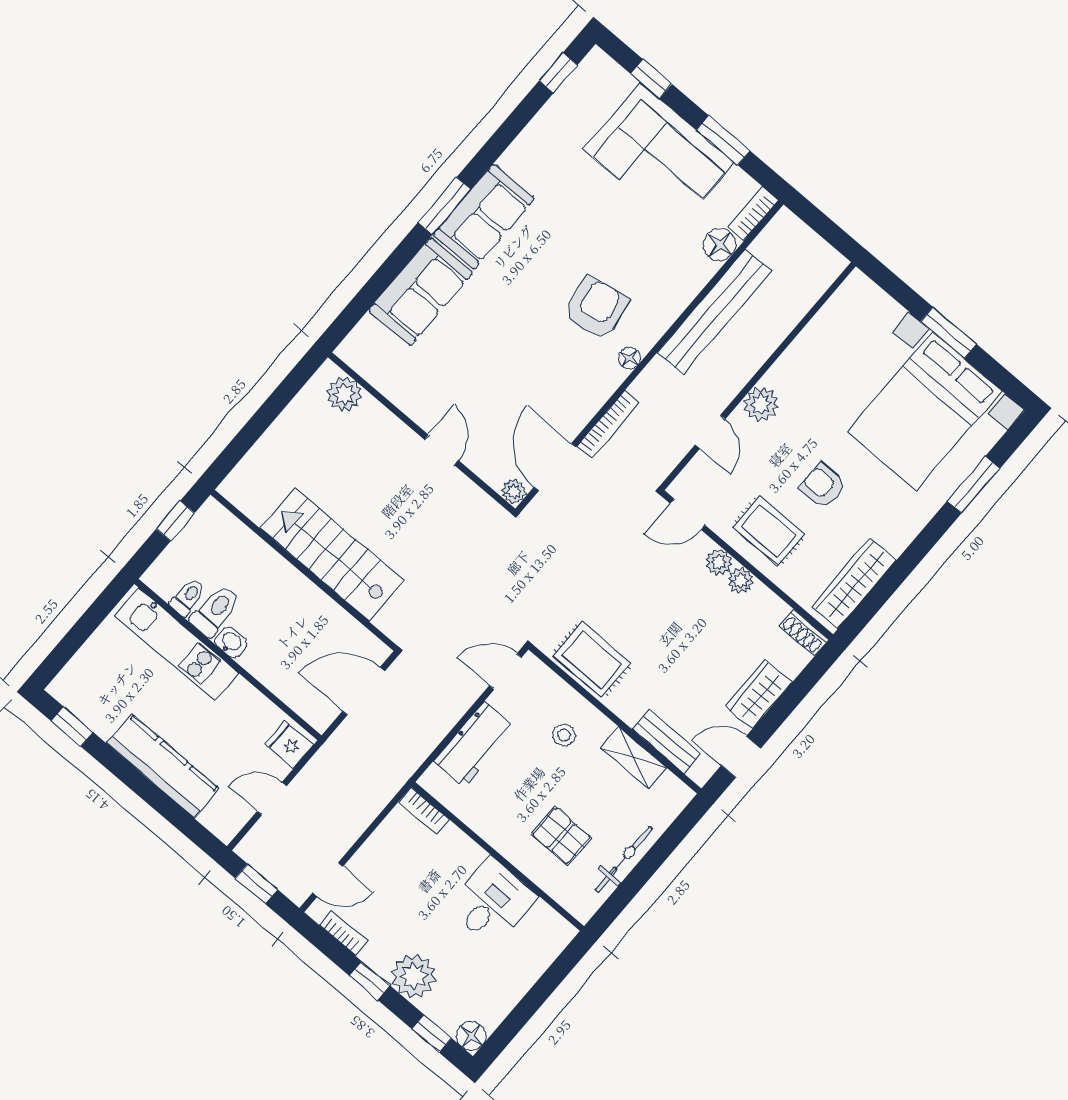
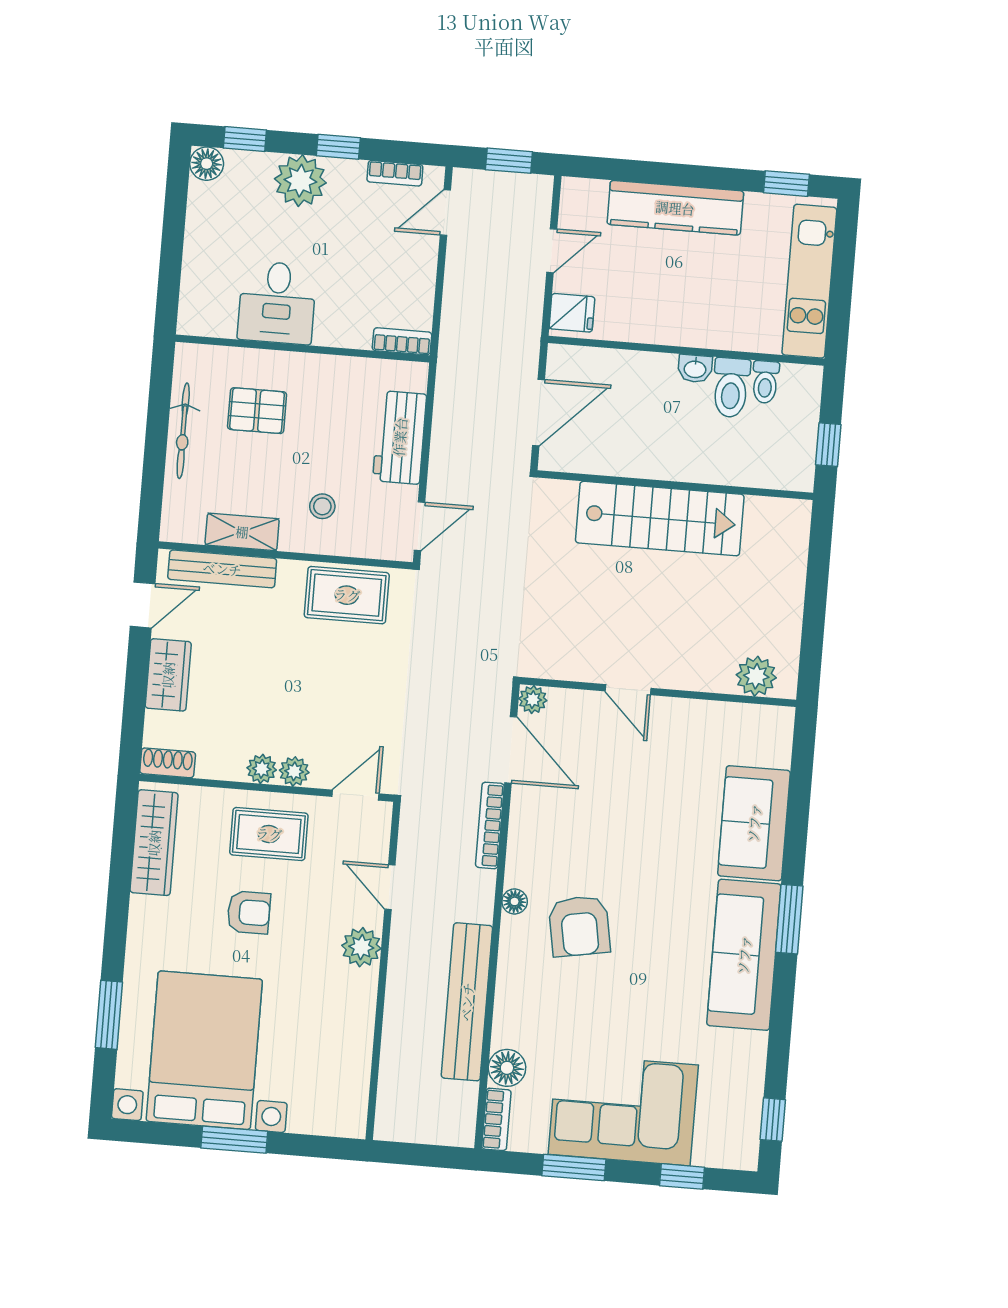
sofa: (484, 217) -> (744, 955), width x1.36
kitchen unit: (176, 644) -> (809, 281), moved, turned -90
bench: (667, 742) -> (222, 569), width x1.36

